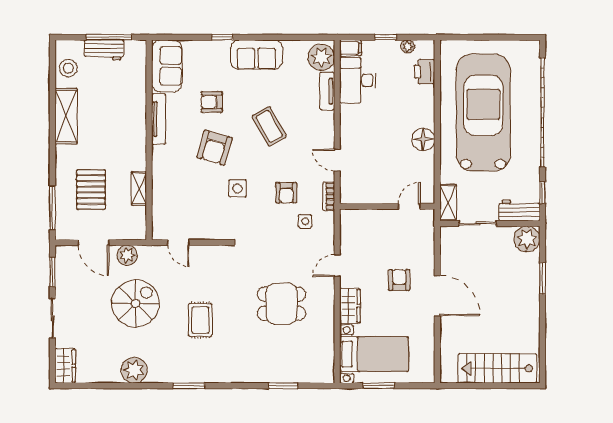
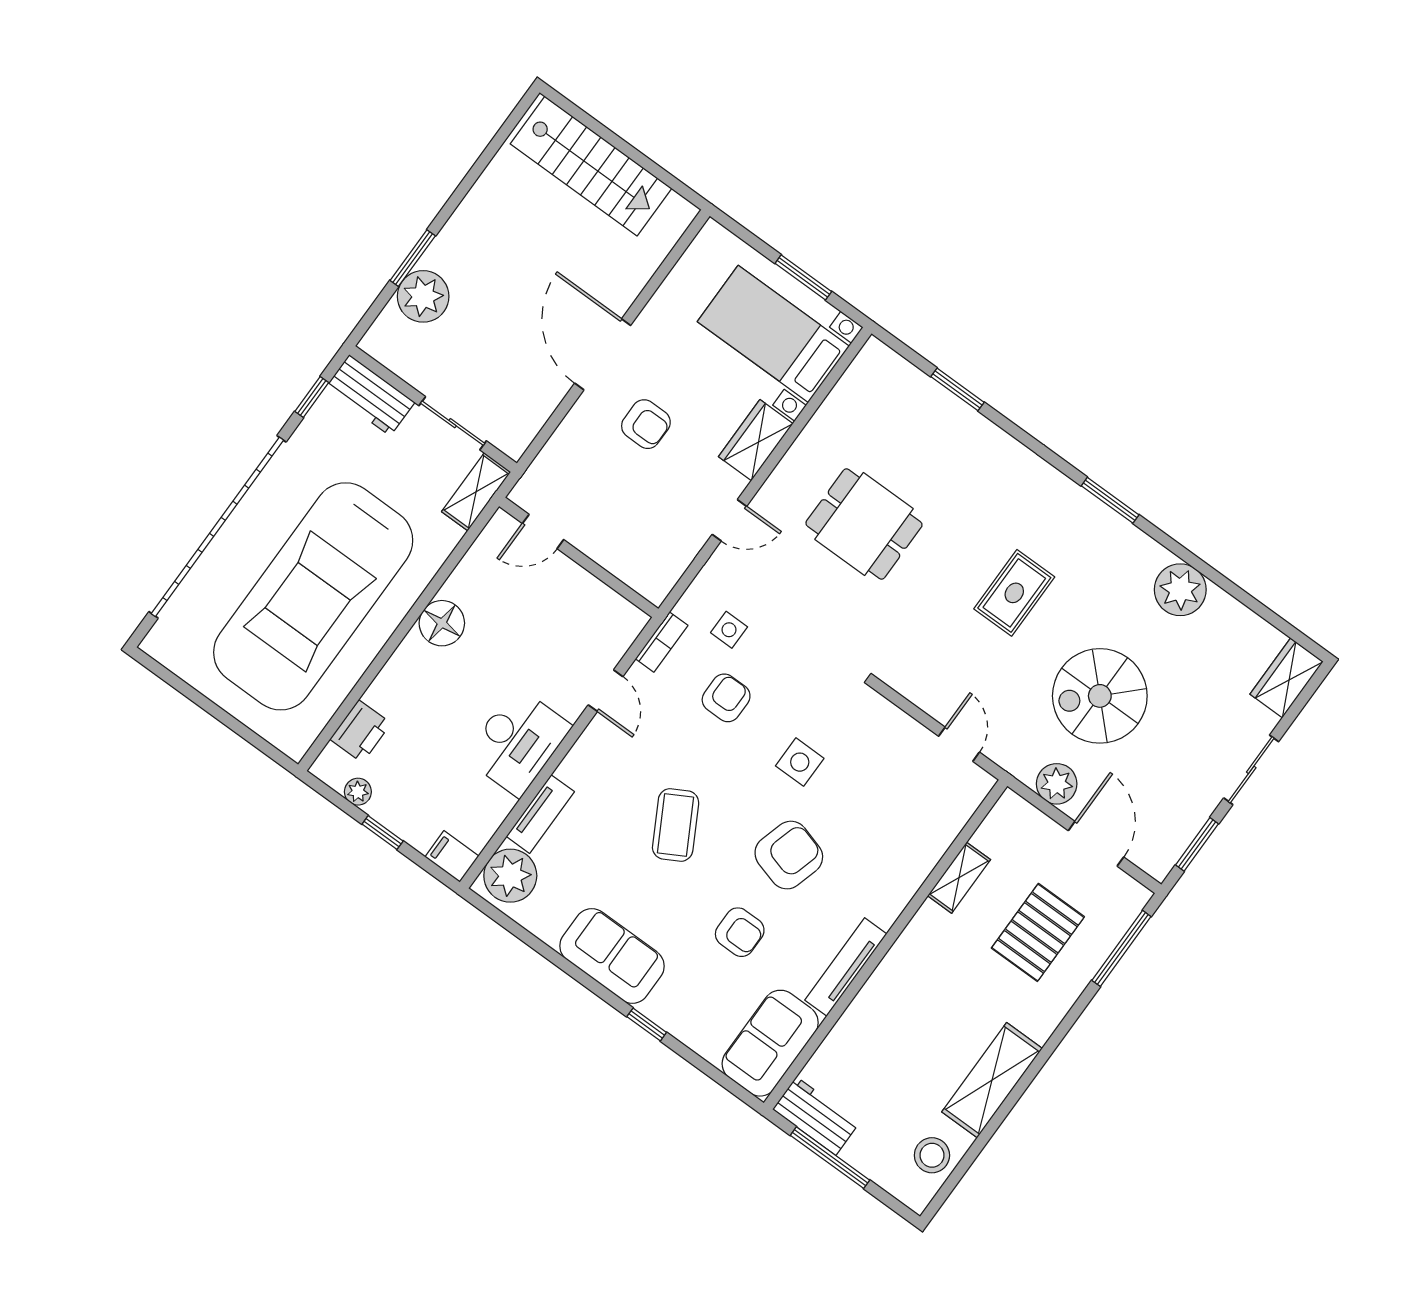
workbench: (104, 50) -> (816, 1116), moved
desk: (358, 80) -> (518, 742), moved
plant: (527, 239) -> (423, 296), moved
armchair: (399, 280) -> (646, 424), turned -90

